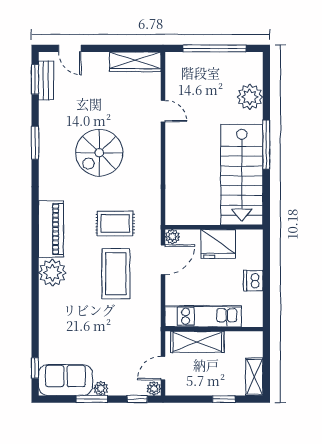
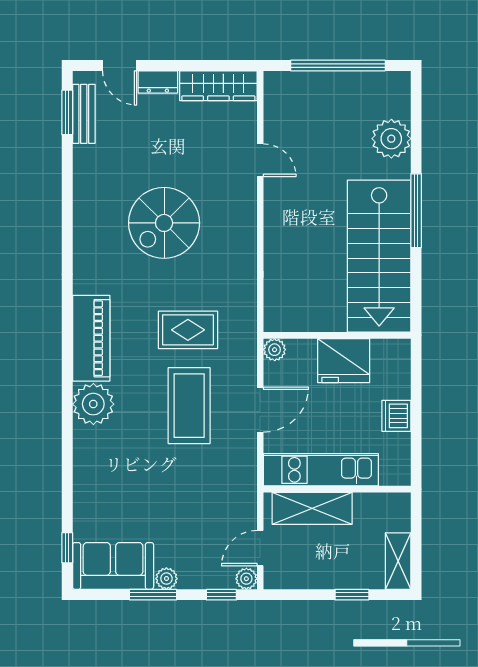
dresser: (95, 59) -> (158, 82), added
window: (35, 143) -> (67, 208), removed
door: (163, 260) -> (260, 410), moved

